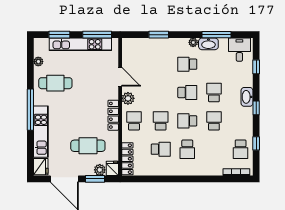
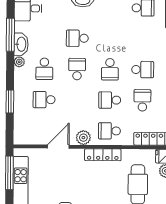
school desk: (214, 121) -> (44, 100), moved

